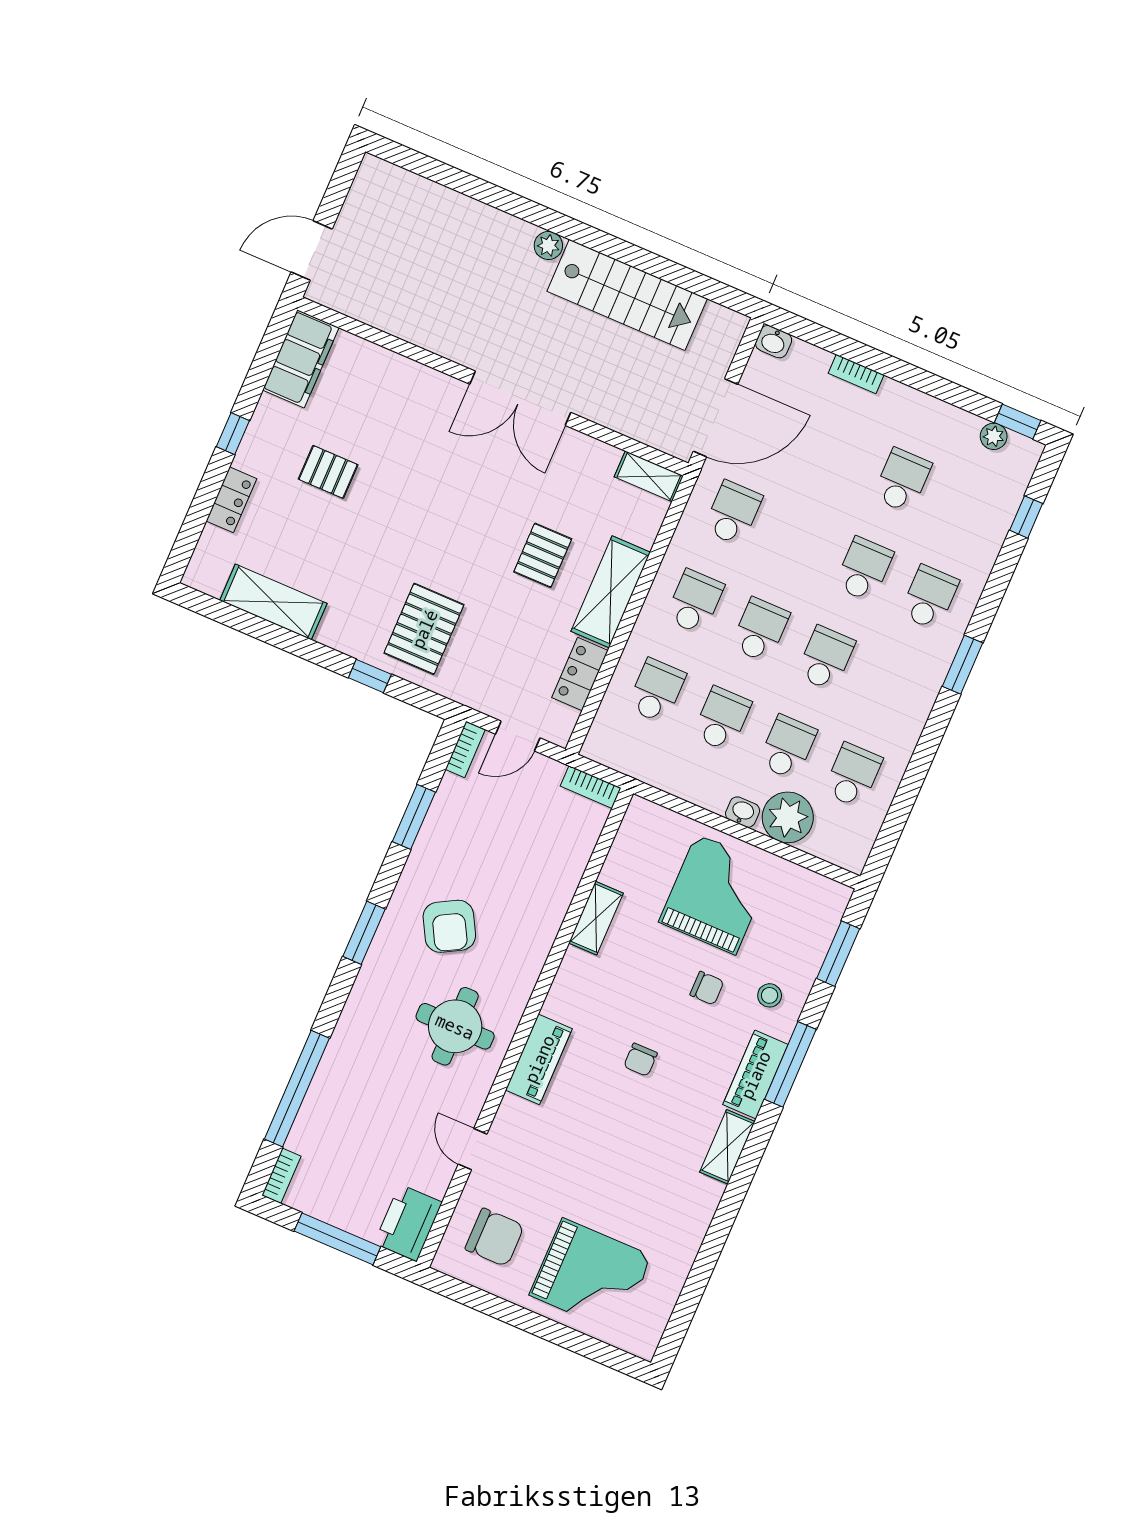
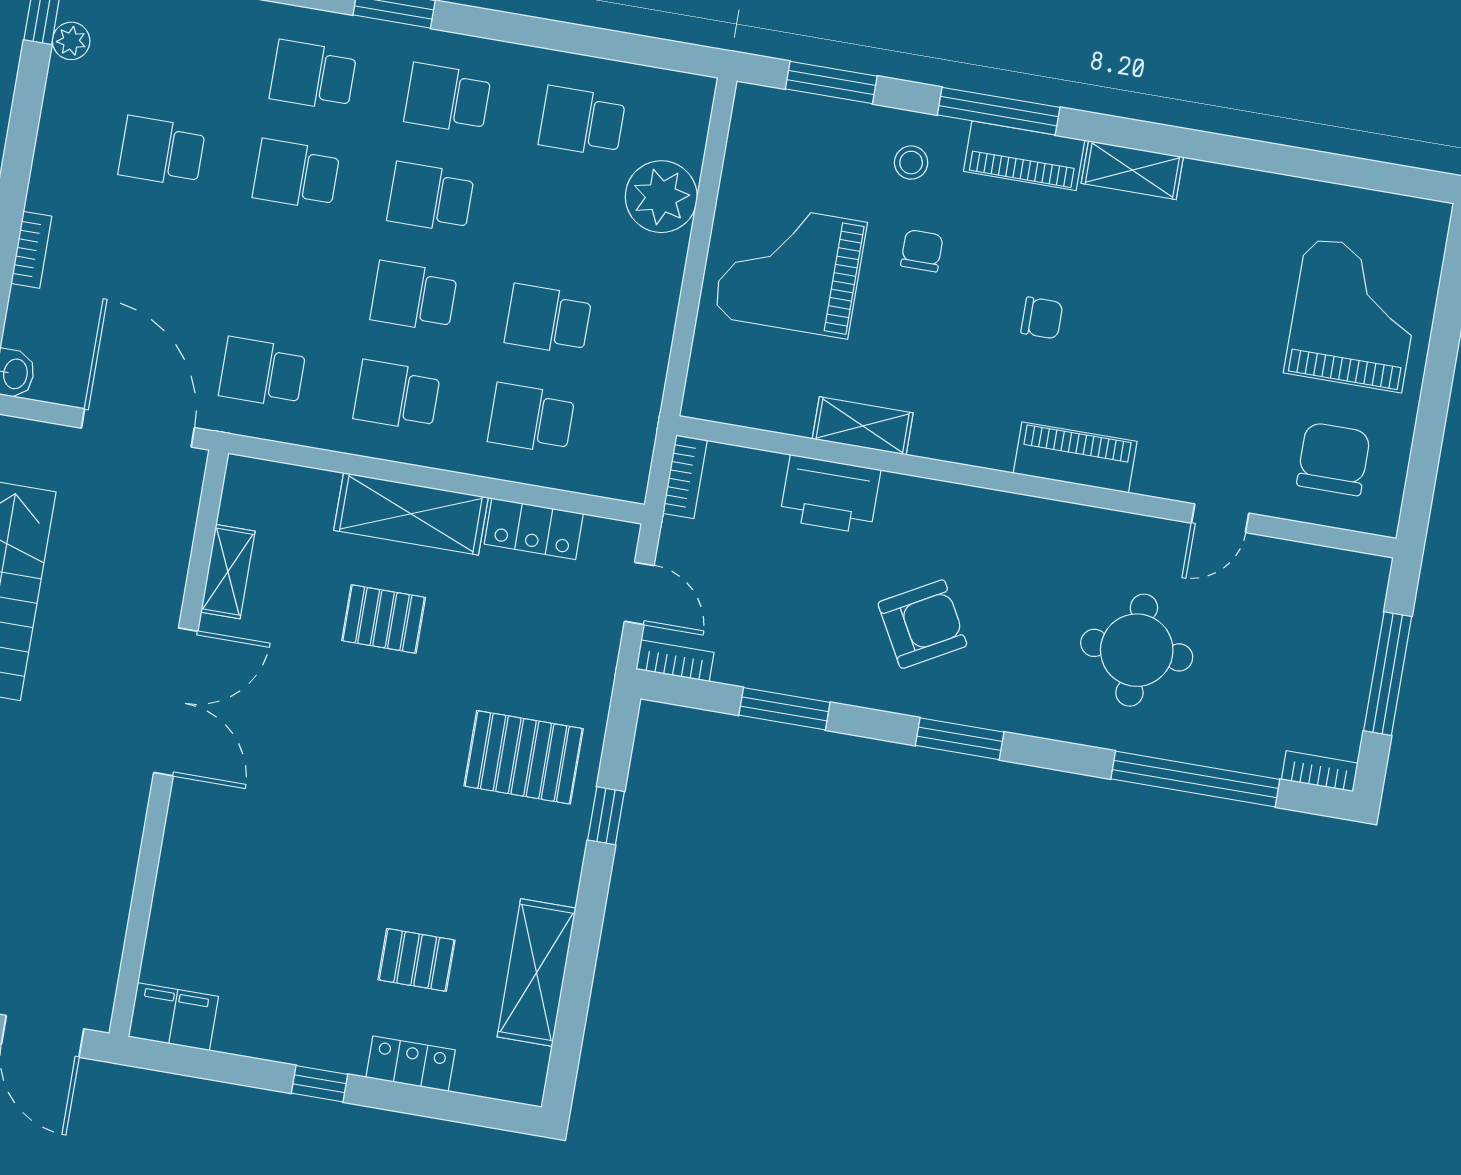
filing cabinet: (301, 359) -> (173, 1017), width x0.67, depth x0.86
pallet: (328, 472) -> (417, 960), moved, turned 90
shelving: (649, 476) -> (228, 572), moved
school desk: (787, 747) -> (448, 98), moved
washbasin: (743, 812) -> (669, 260), removed
round table: (455, 1026) -> (1137, 650), moved
printer: (408, 1223) -> (830, 495), moved

